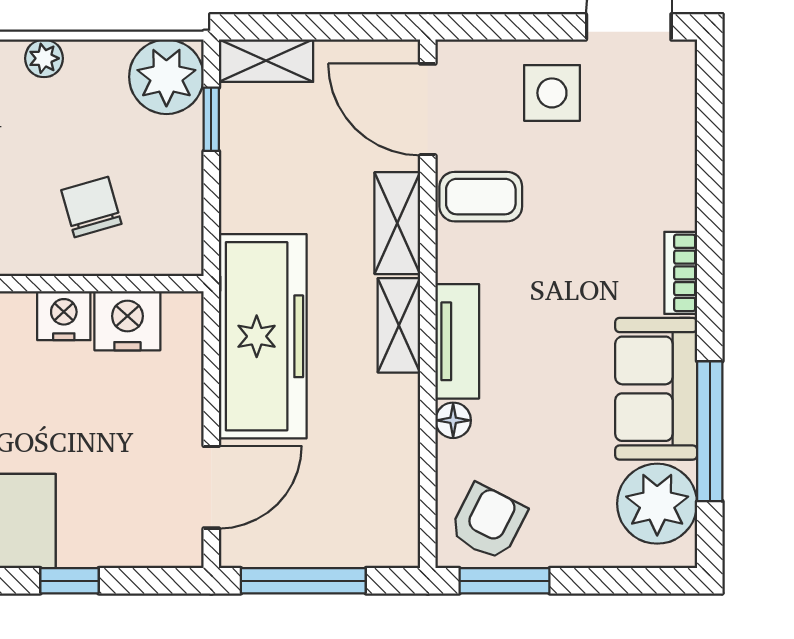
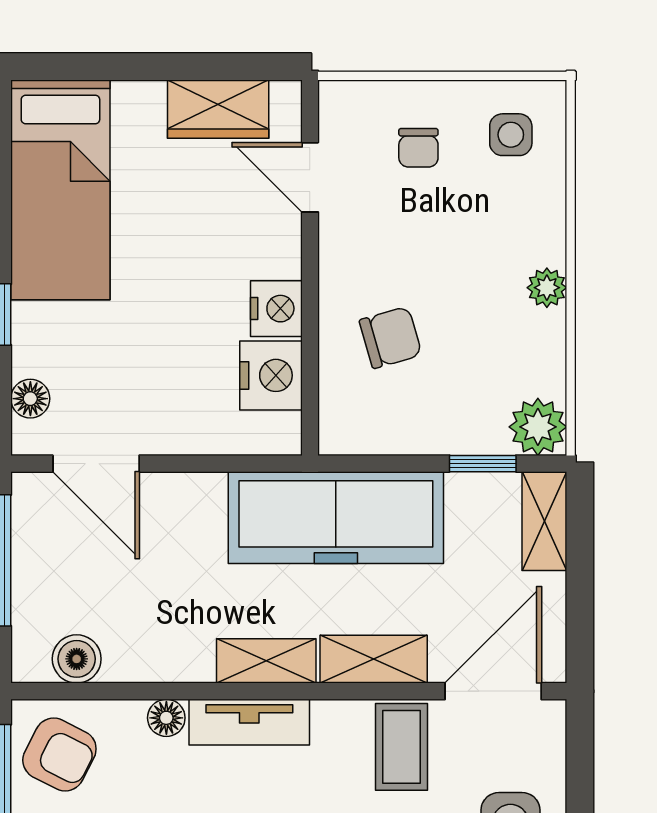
plant: (166, 77) -> (538, 427), width x0.73, depth x0.73
freezer: (263, 336) -> (336, 518), moved
boiler: (397, 506) -> (77, 659), added
floor lamp: (150, 550) -> (30, 399), added

